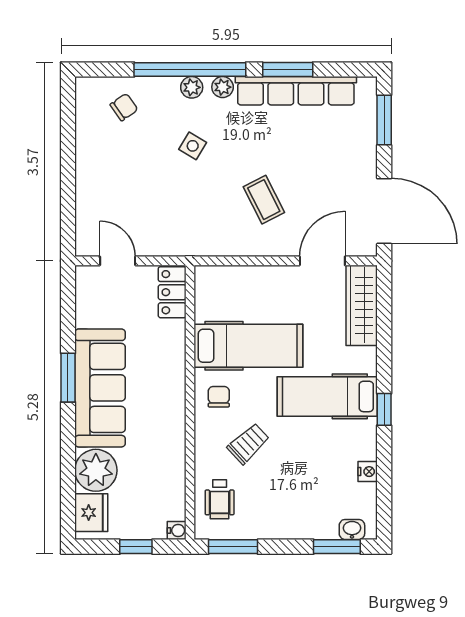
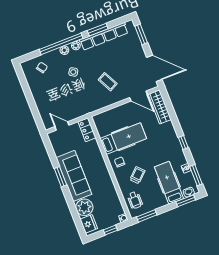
door: (322, 261) -> (138, 96), swing flipped
hospital bed: (327, 396) -> (169, 183), moved, turned 90
window: (384, 496) -> (196, 175), added

